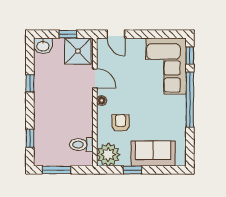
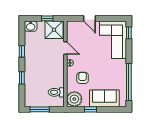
door: (116, 34) -> (90, 18), moved
window: (190, 100) -> (129, 82), moved
window: (30, 138) -> (22, 78), moved

